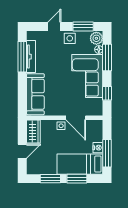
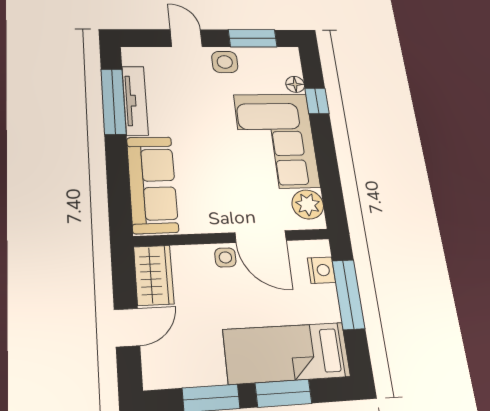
door: (54, 26) -> (186, 38), hinge flipped
plant: (96, 38) -> (308, 204), moved
window: (107, 58) -> (317, 101), width x0.46
window: (107, 93) -> (329, 177), removed
nightstand: (98, 148) -> (321, 270), moved
window: (107, 153) -> (348, 294), moved

